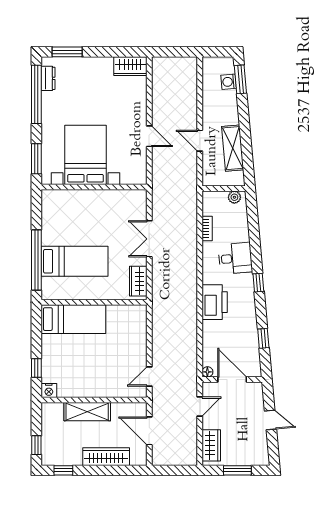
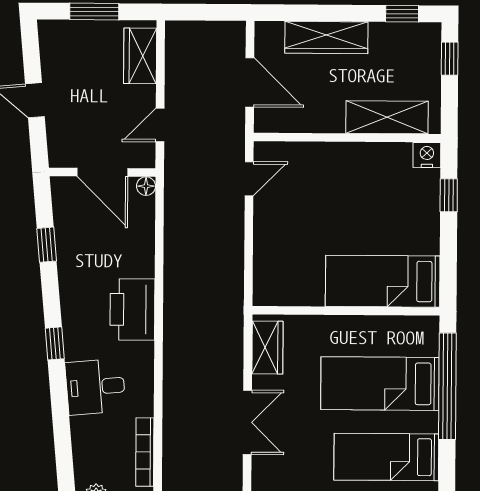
bed: (71, 220) -> (386, 457), added
bookcase: (207, 229) -> (145, 452), width x1.56
shelving: (87, 412) -> (387, 117), moved

